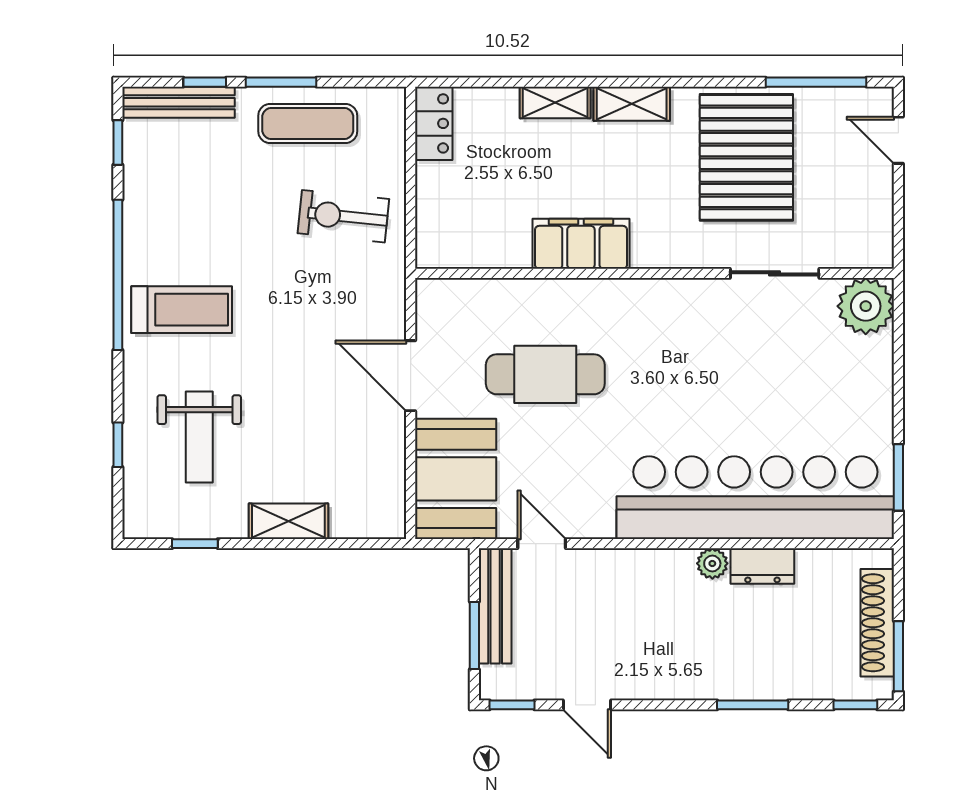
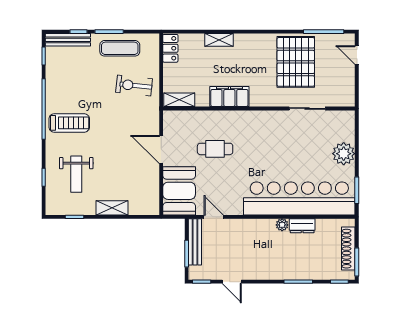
shelving: (632, 104) -> (179, 100), moved
plant: (866, 306) -> (344, 154), moved
cafe table: (545, 374) -> (215, 149), width x0.73, depth x0.74

